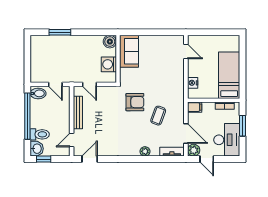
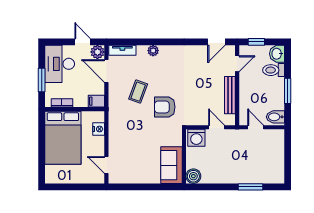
washing machine: (109, 64) -> (196, 138), moved, turned 90
bed: (229, 75) -> (63, 138), width x1.50
window: (27, 116) -> (288, 91), width x0.47
window: (44, 159) -> (256, 42), moved

